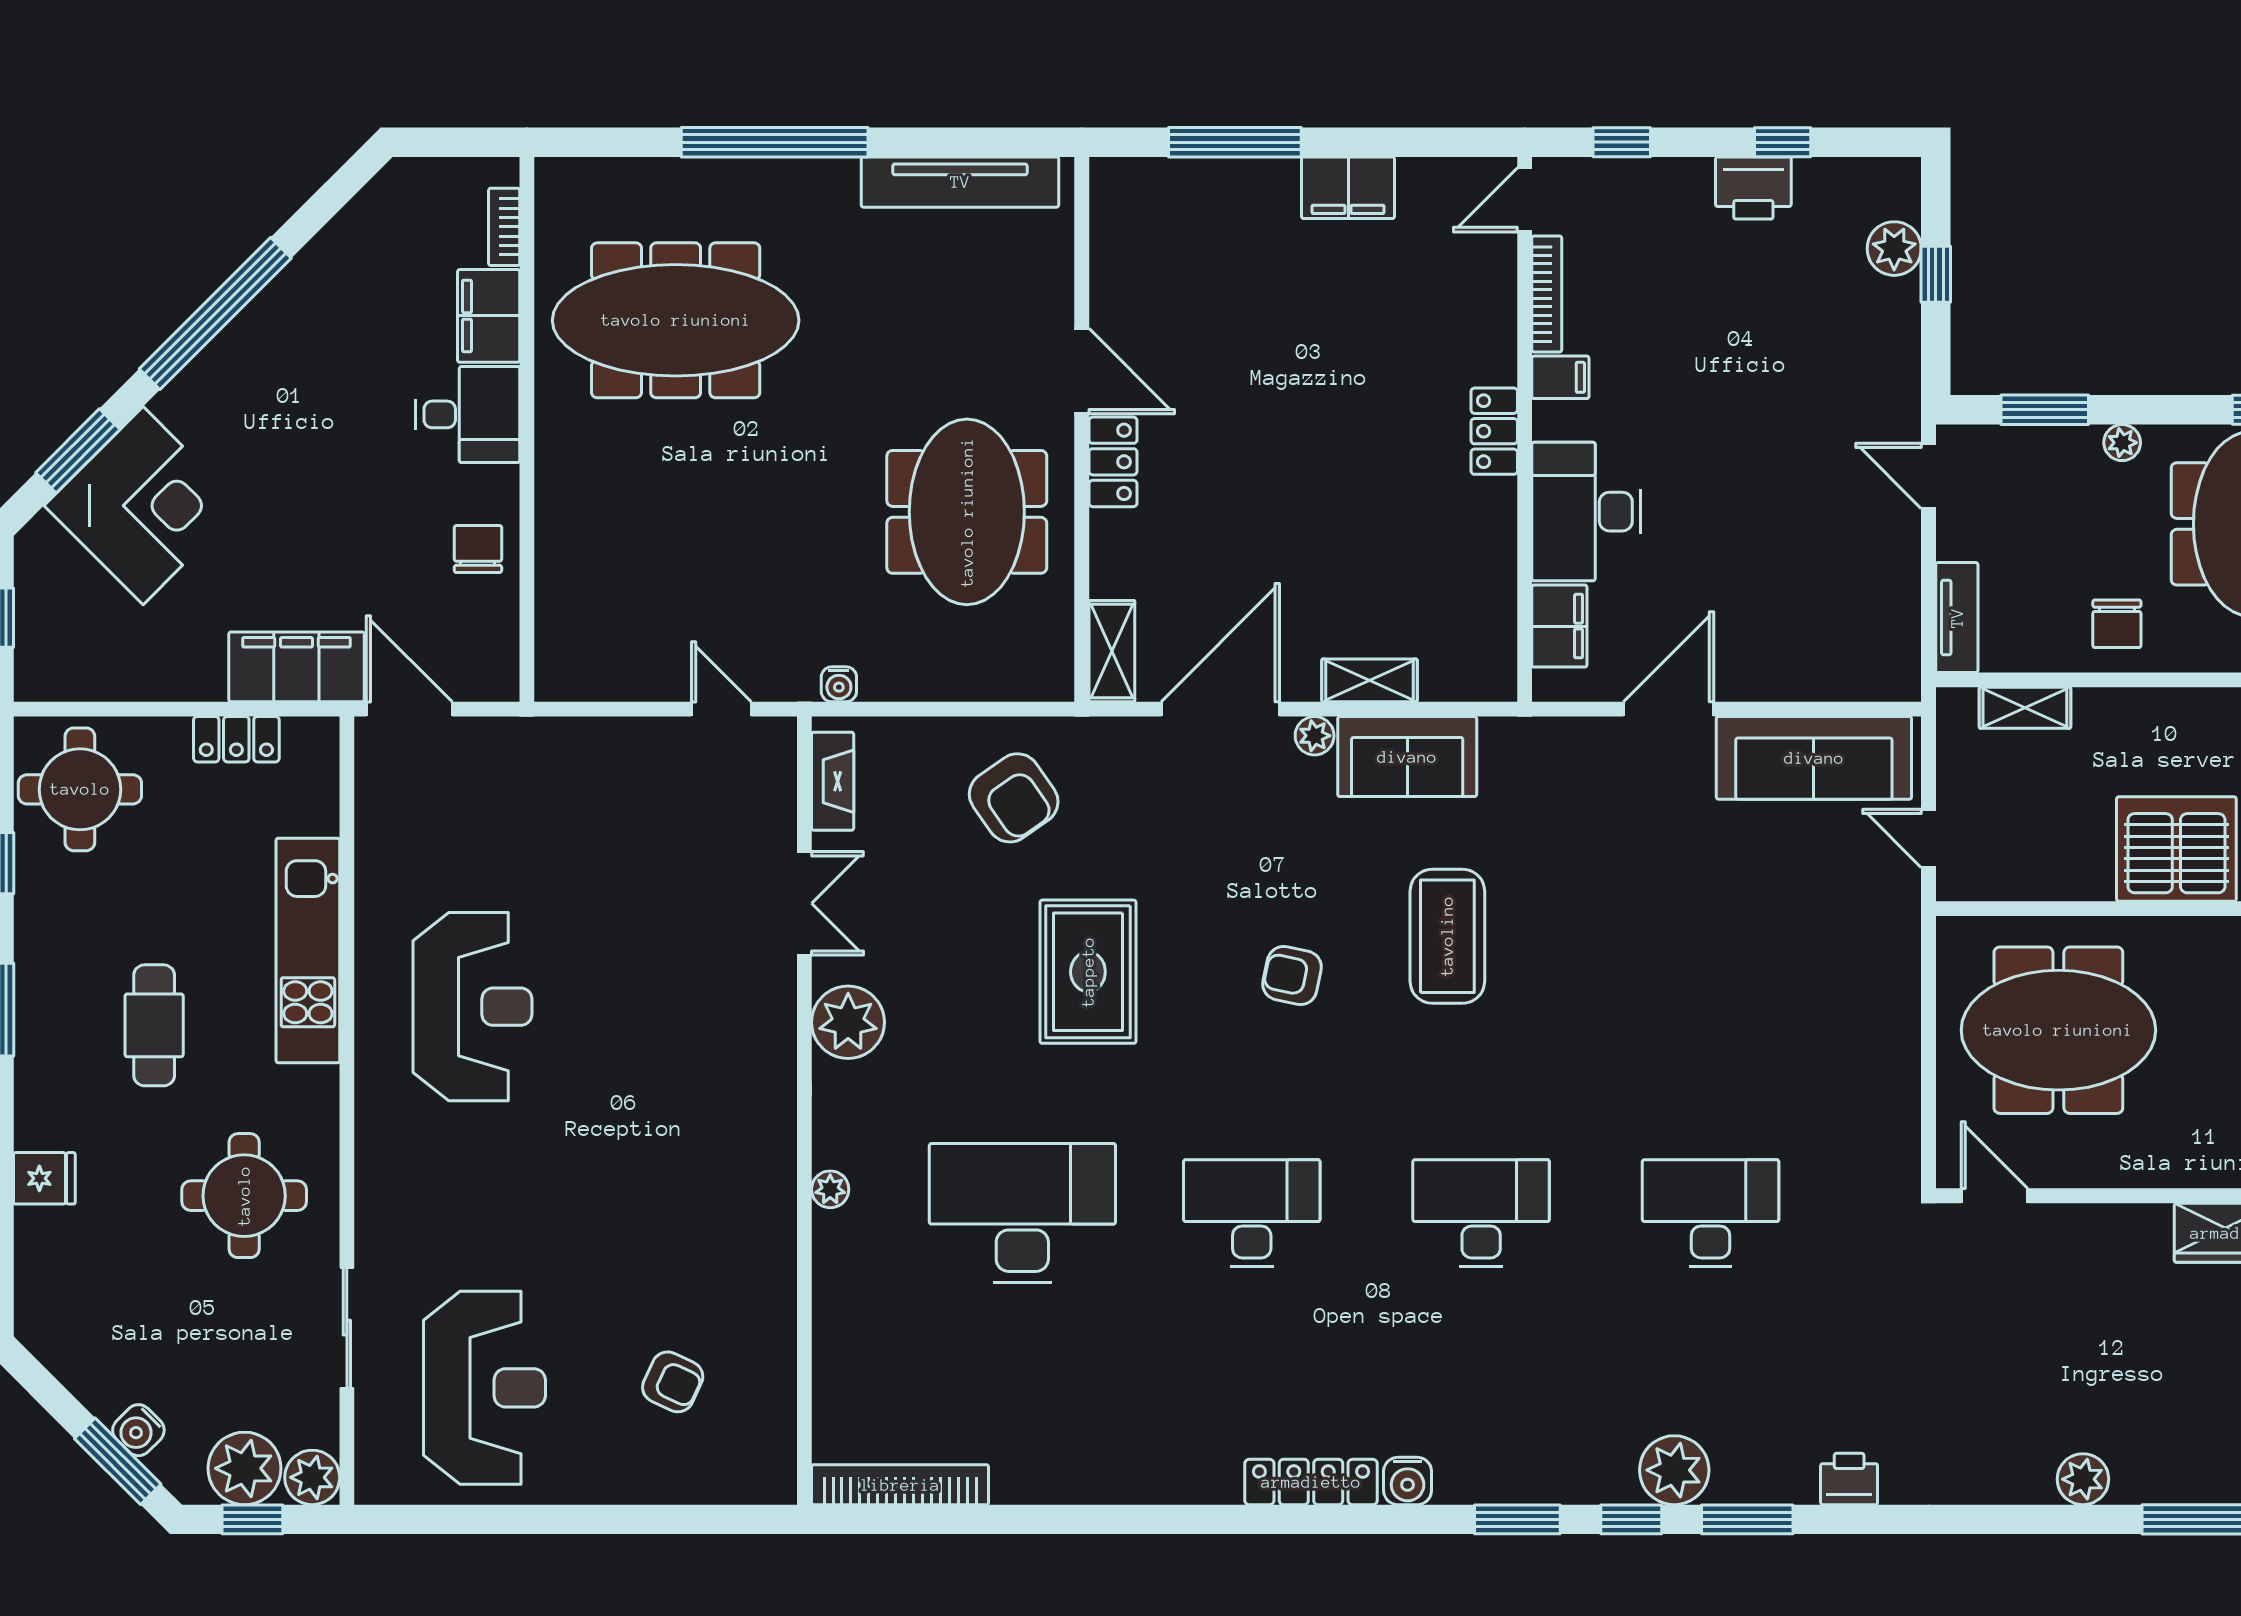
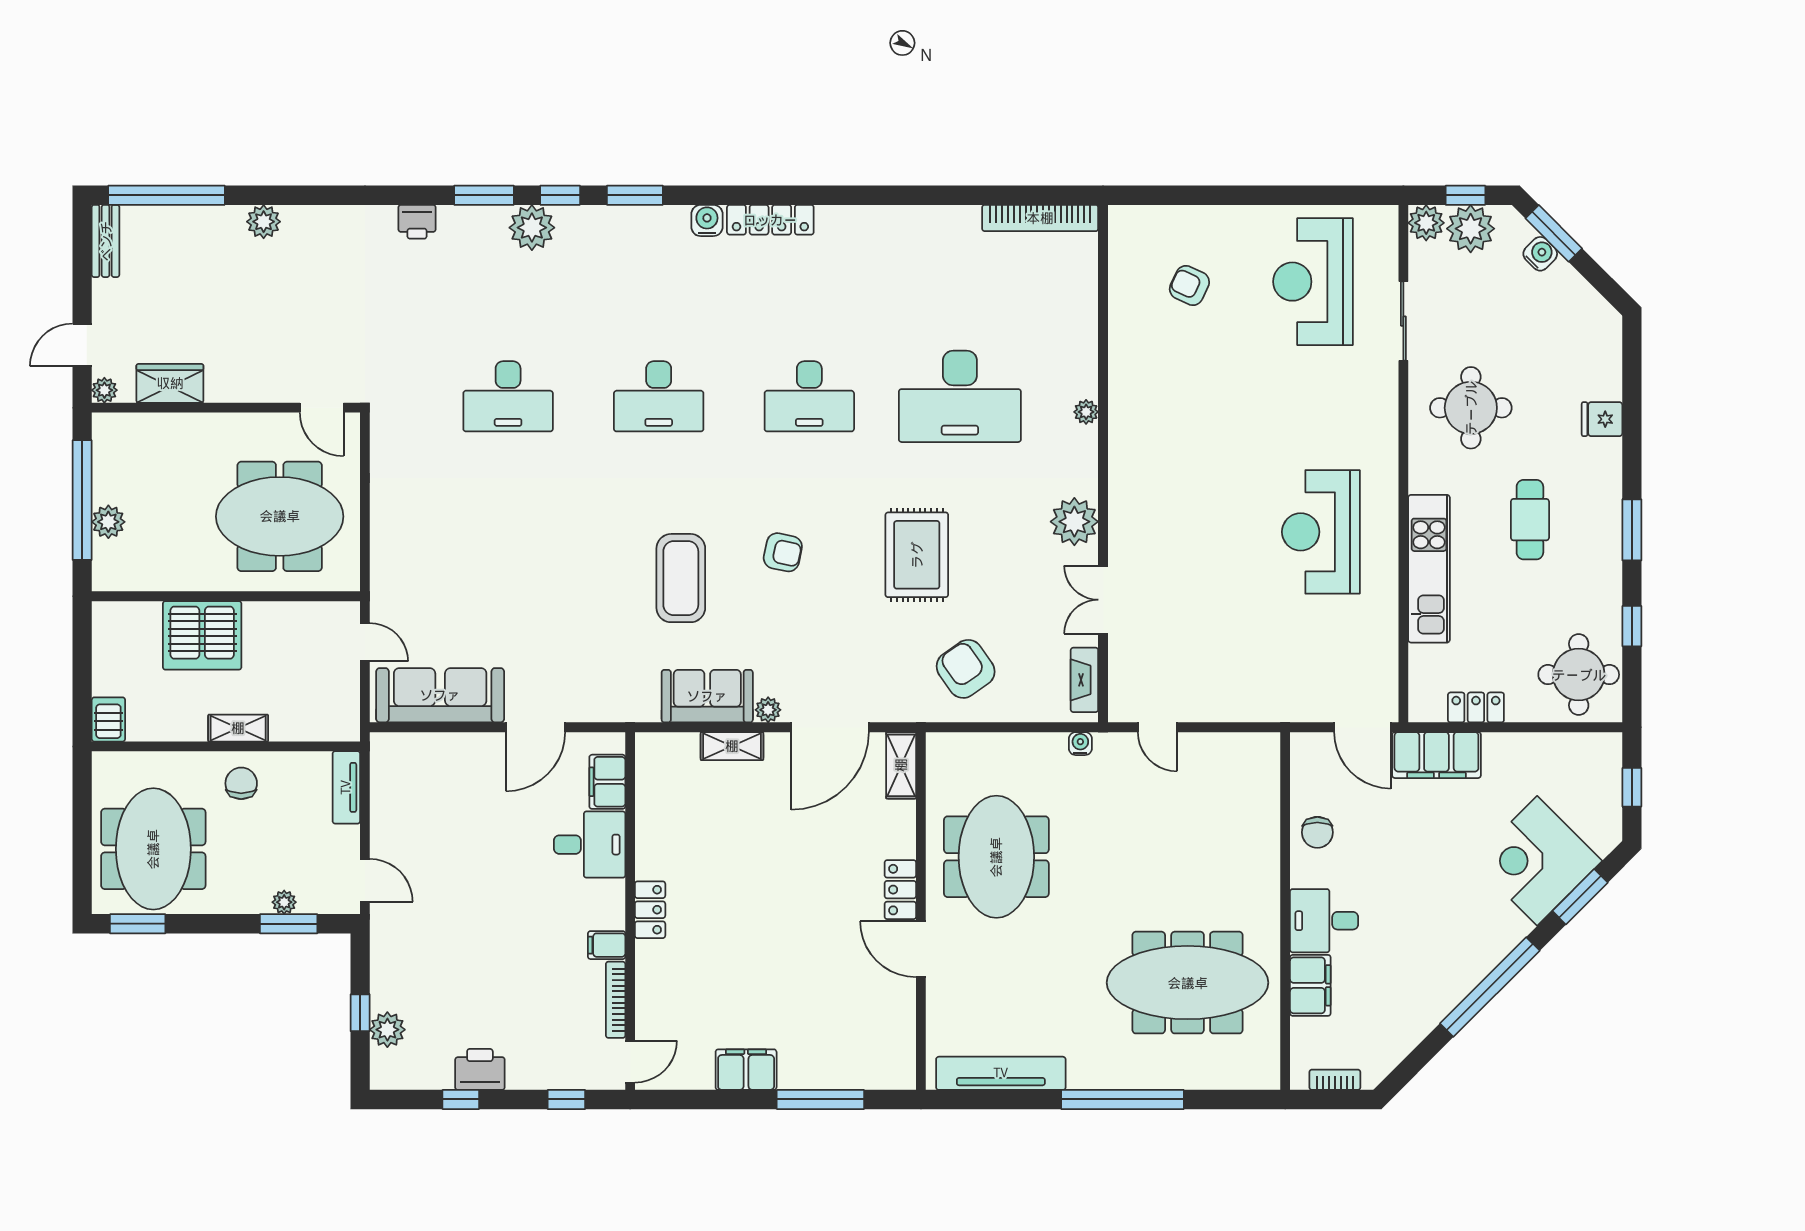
bookcase: (504, 227) -> (1335, 1080), moved, turned -90
plant: (2122, 443) -> (284, 902), moved
desk: (1586, 512) -> (590, 845), width x0.73
shelving: (2025, 708) -> (238, 728), moved

